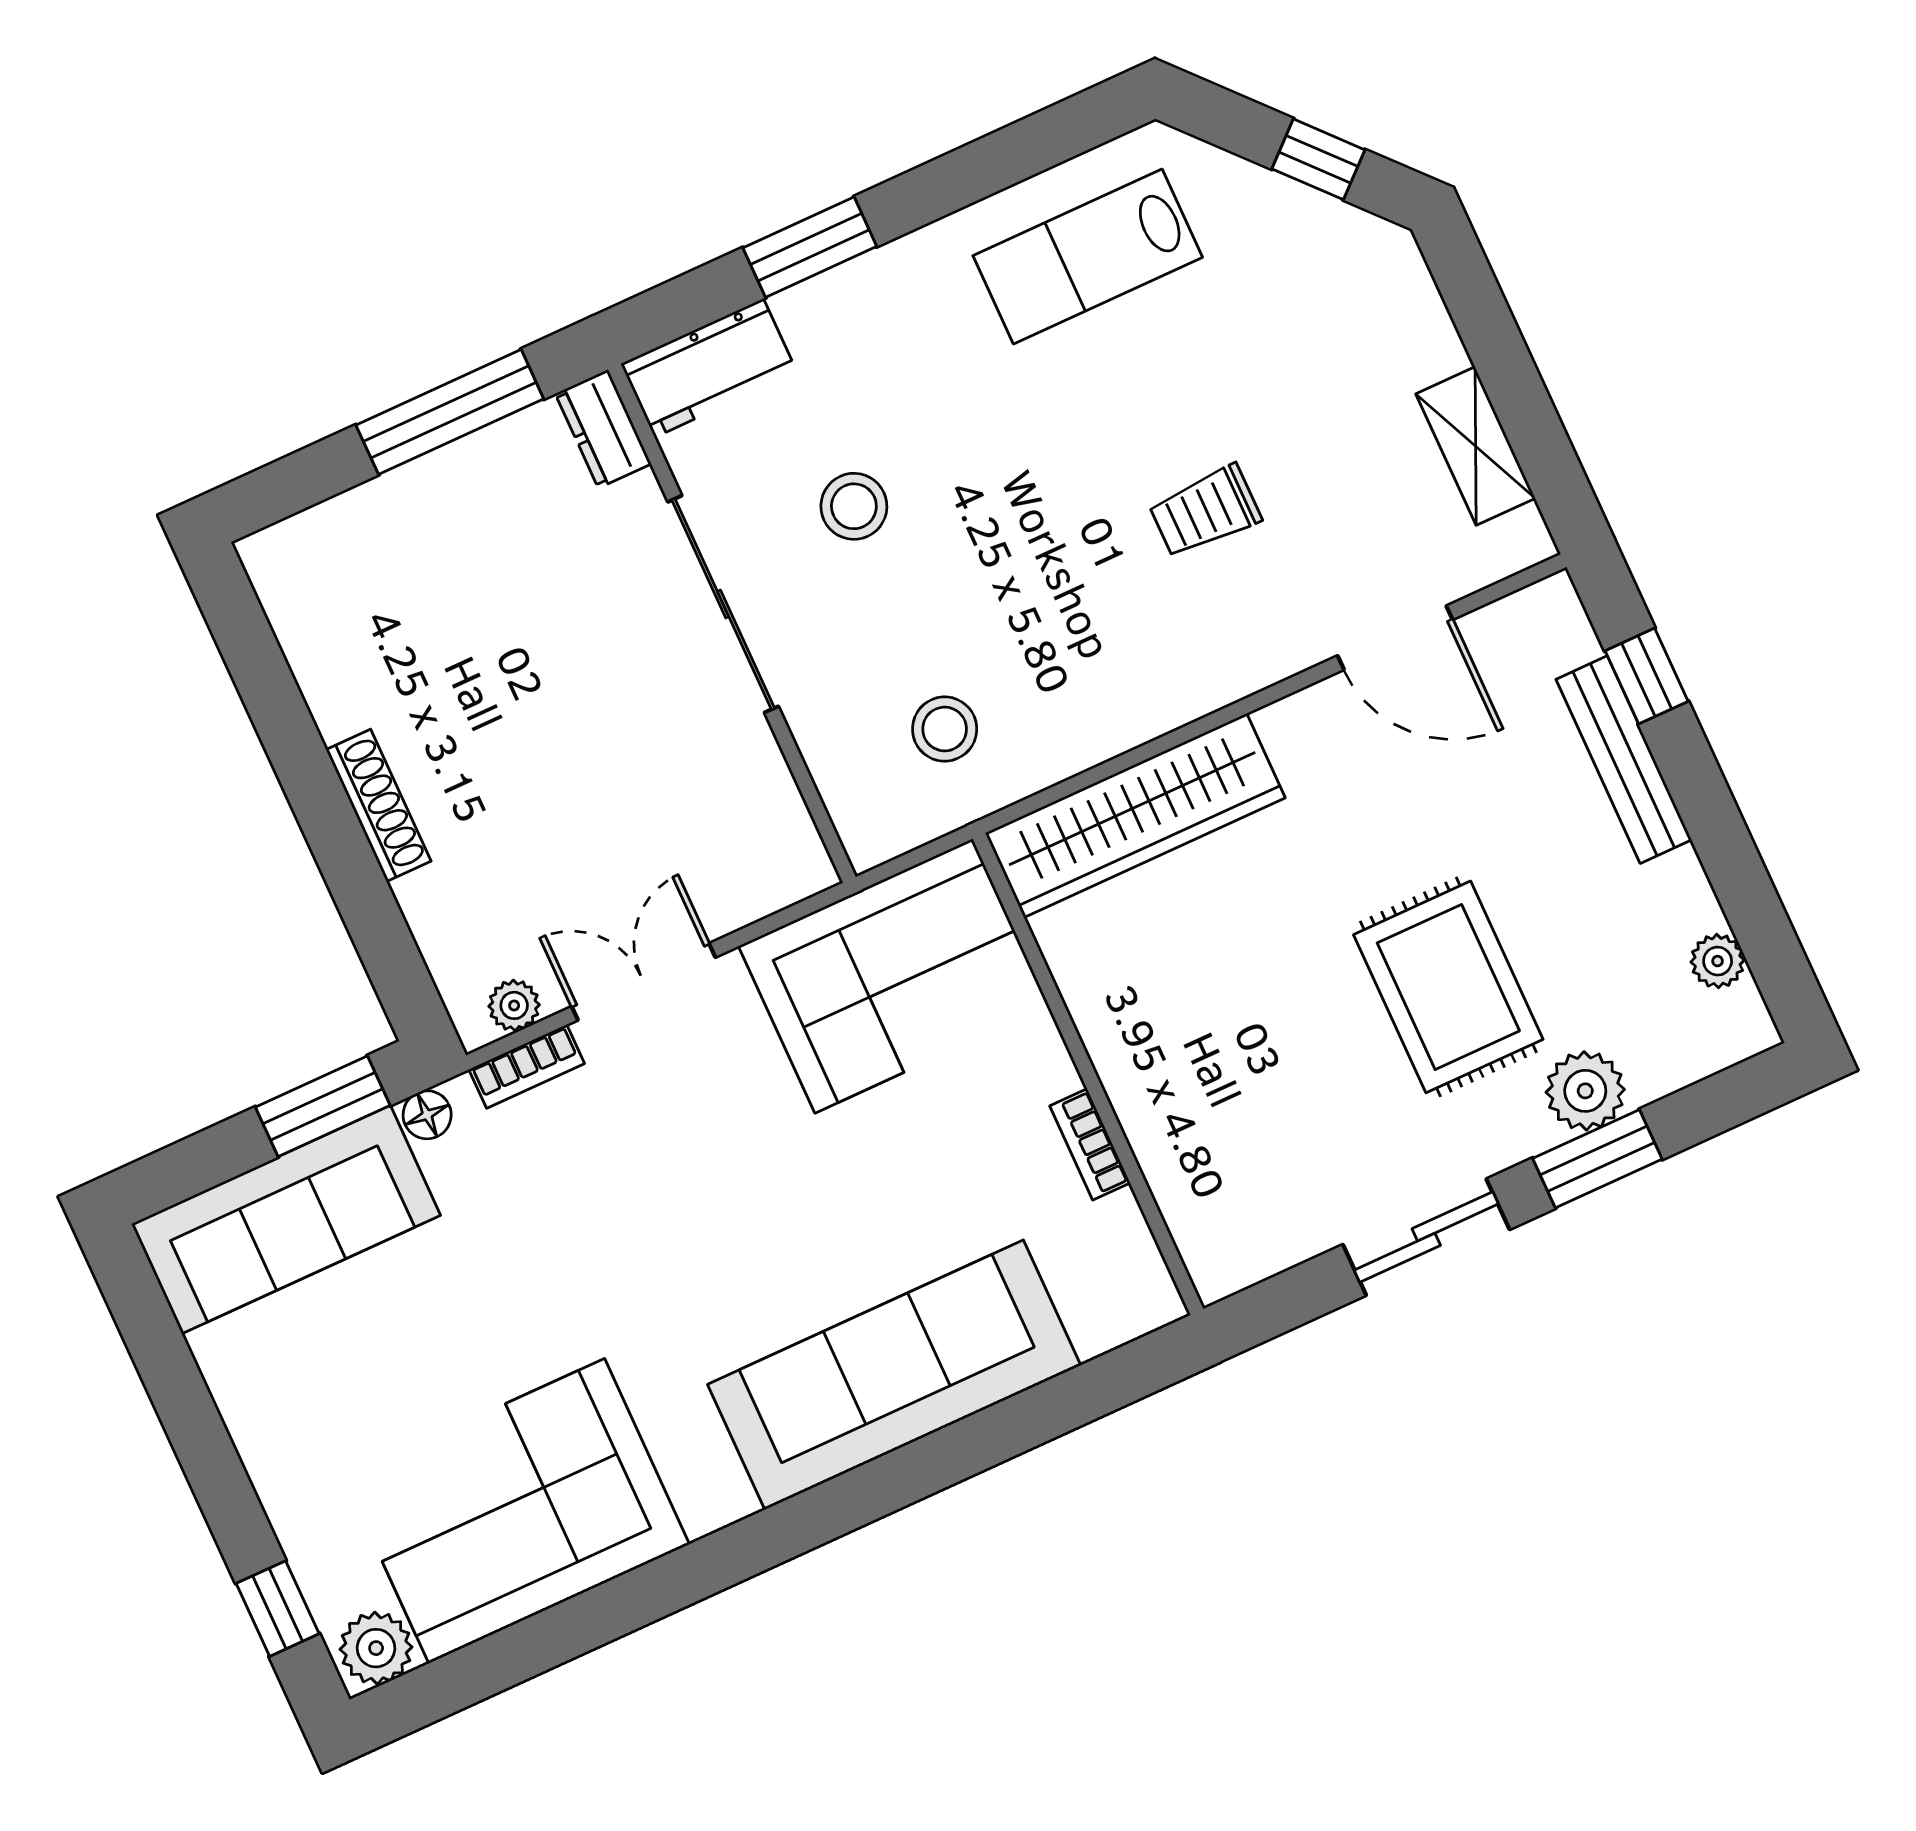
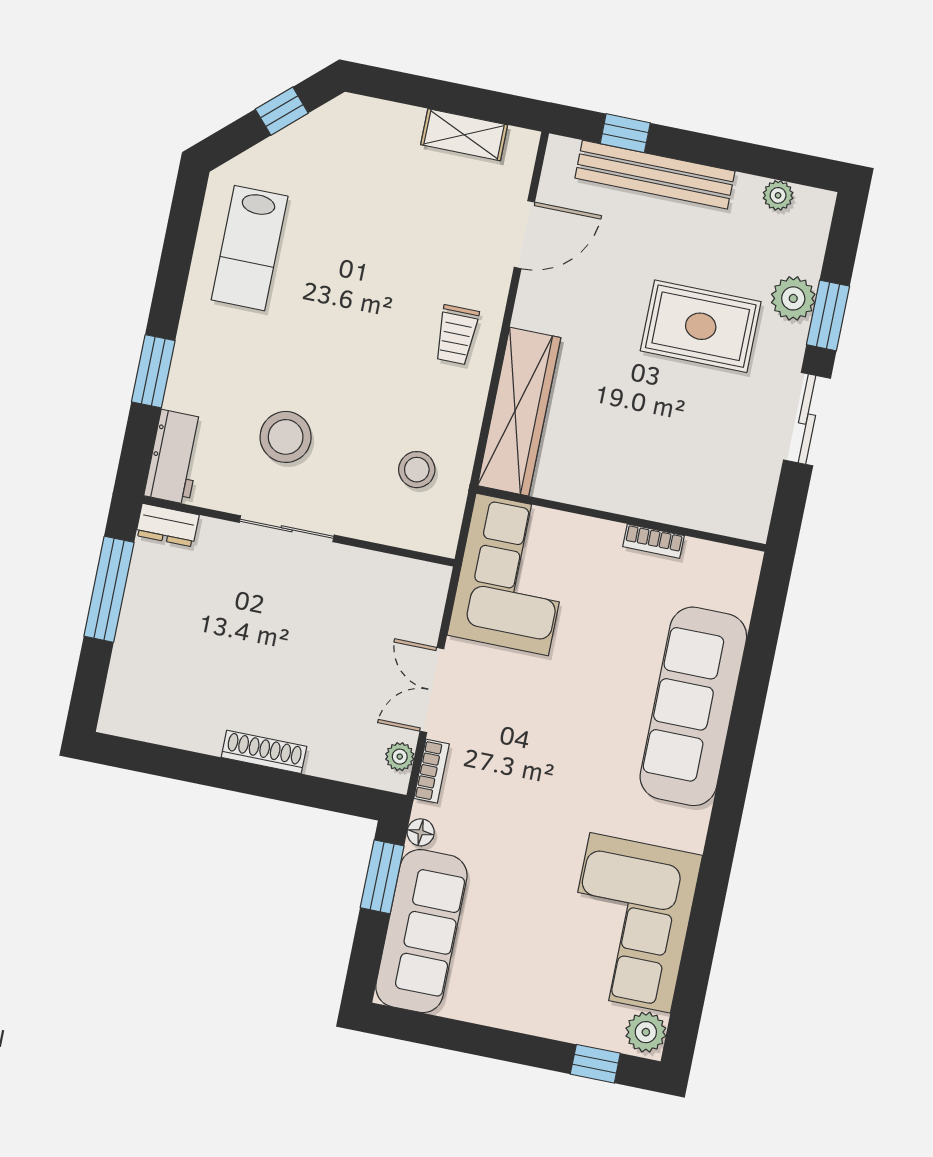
stool: (854, 506) -> (286, 437), width x1.38, depth x1.38
trolley: (1205, 511) -> (456, 335), moved
sliding door: (723, 604) -> (287, 529), width x0.73
bench: (1624, 760) -> (655, 175), width x1.37, depth x1.21

